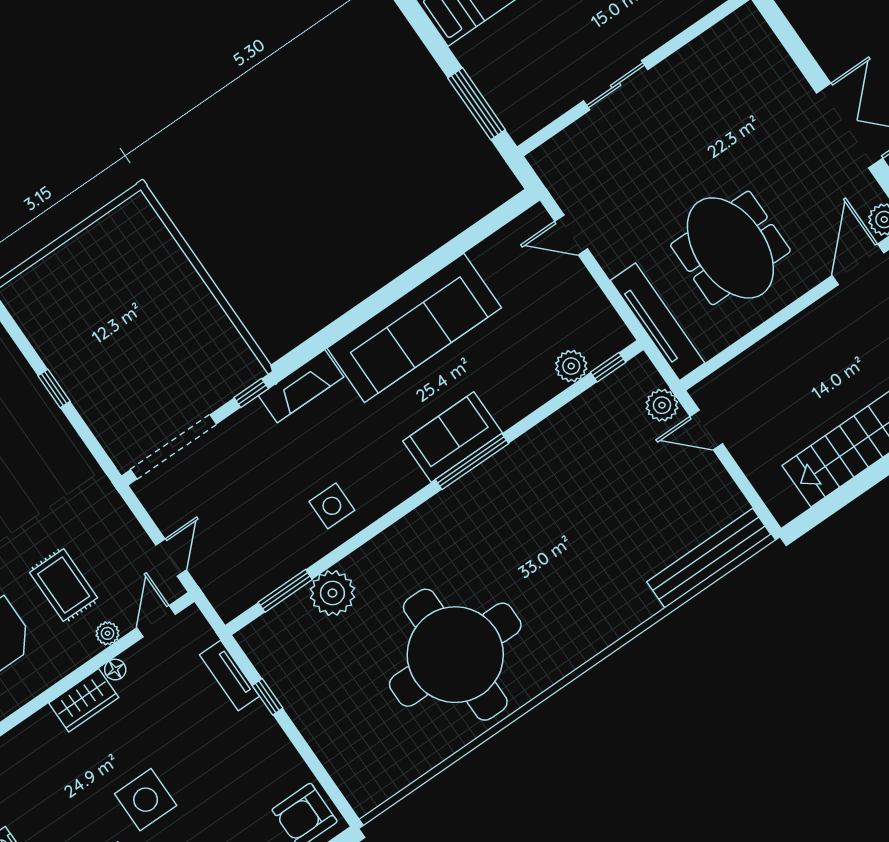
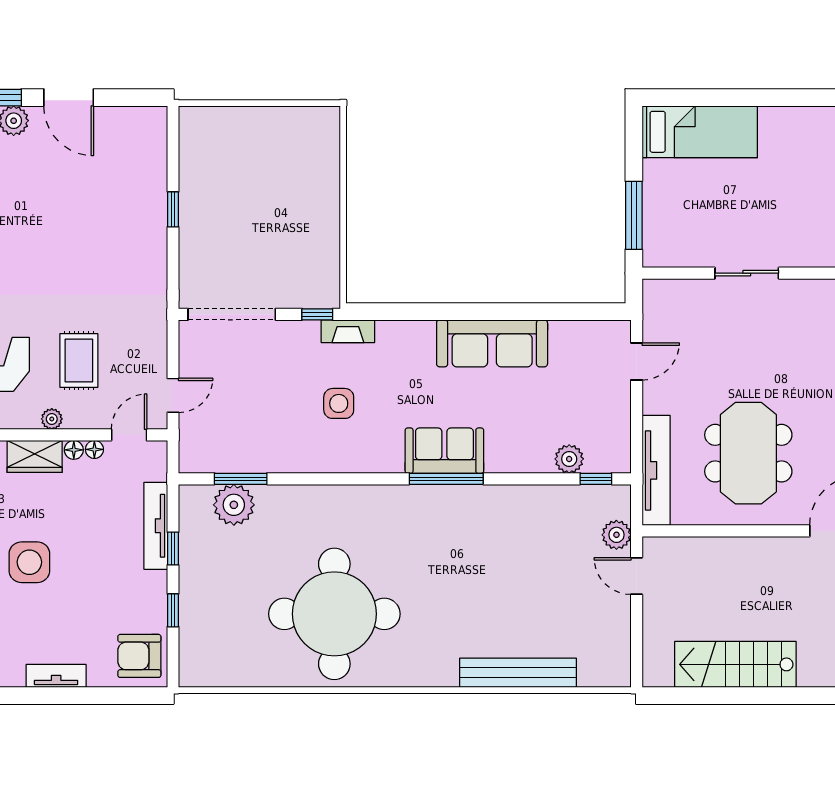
door: (571, 235) -> (637, 361), swing flipped
sofa: (414, 328) -> (492, 343), width x0.74, depth x0.79
fireplace: (301, 386) -> (348, 331), width x0.73, depth x0.76
side table: (332, 506) -> (339, 403), moved
bench: (709, 558) -> (518, 673), moved
plant: (332, 593) -> (234, 505), moved
plant: (107, 633) -> (52, 419), moved
floor lamp: (134, 656) -> (94, 449), added
tv unit: (230, 676) -> (156, 526), width x1.41
window: (306, 753) -> (173, 610), added

